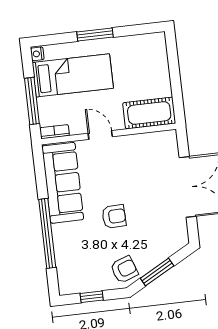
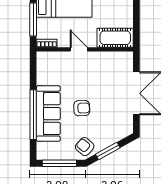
sofa: (63, 183) -> (48, 114), moved
armchair: (124, 270) -> (85, 147), turned -119
window: (92, 297) -> (59, 163), width x2.17

